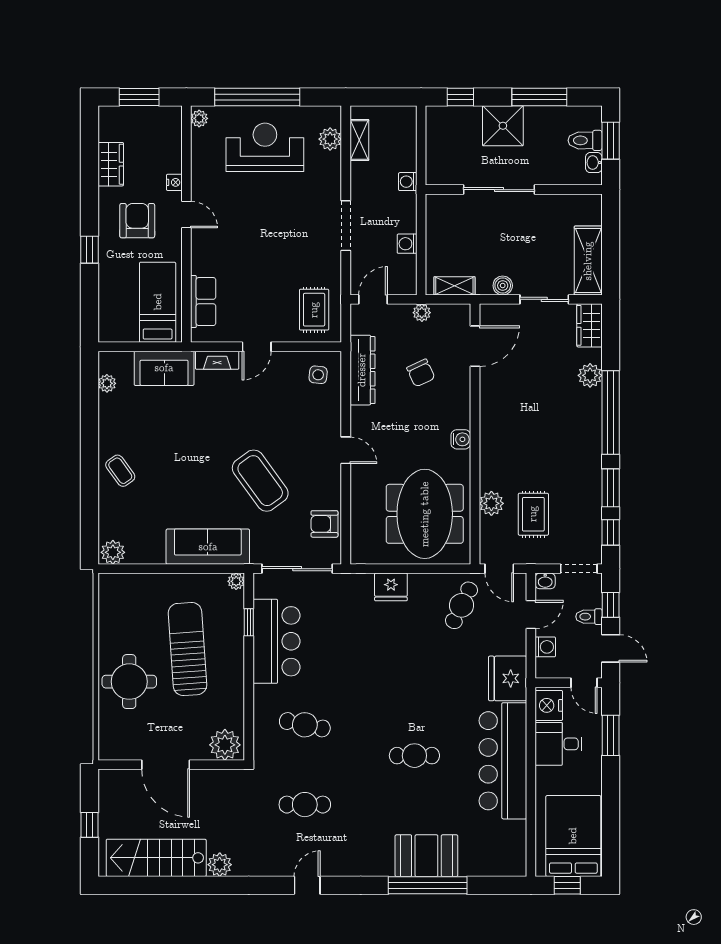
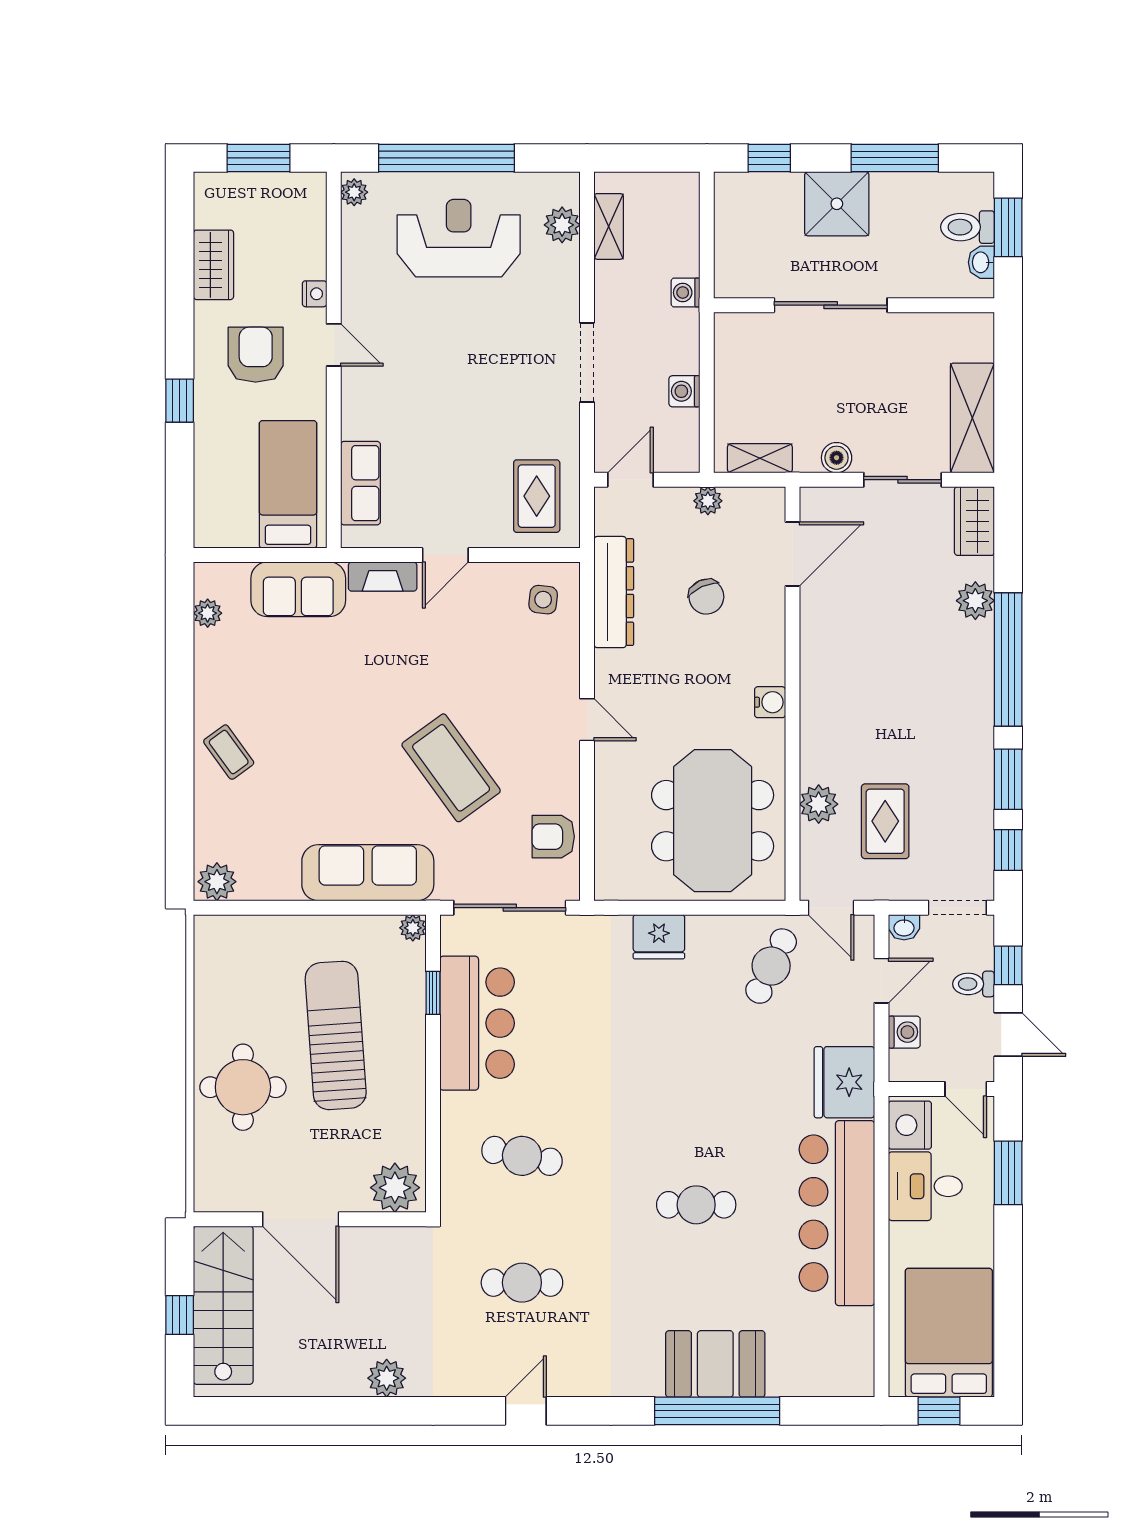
stairs: (156, 858) -> (223, 1305), moved, turned 90

